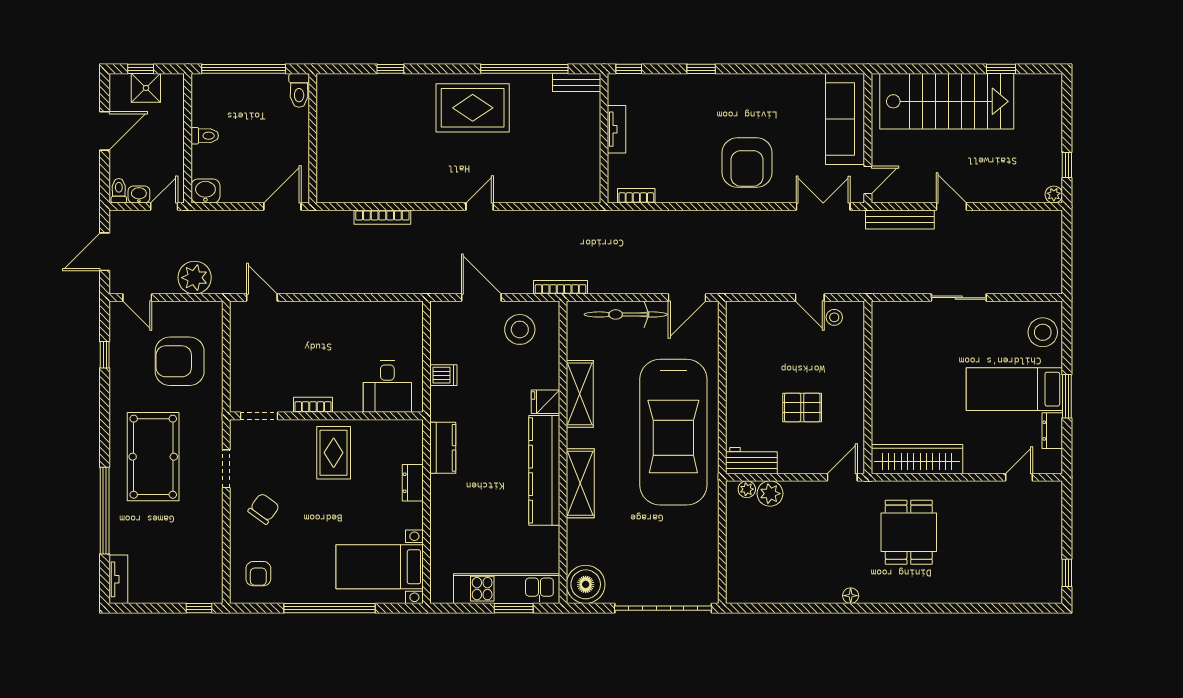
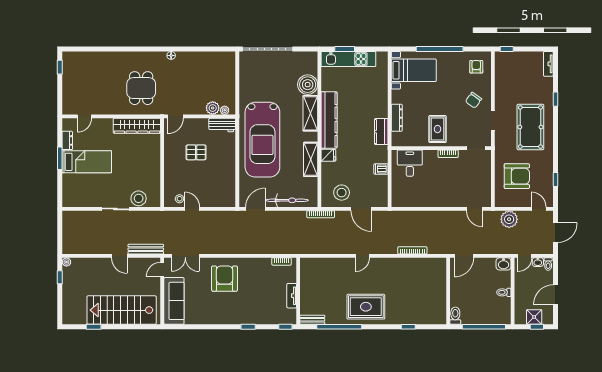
stool: (1043, 332) -> (139, 198), moved
car: (673, 432) -> (262, 140), turned 180
dresser: (413, 483) -> (397, 118), width x1.44
window: (105, 511) -> (555, 99), width x0.32
boiler: (586, 584) -> (308, 85), moved

